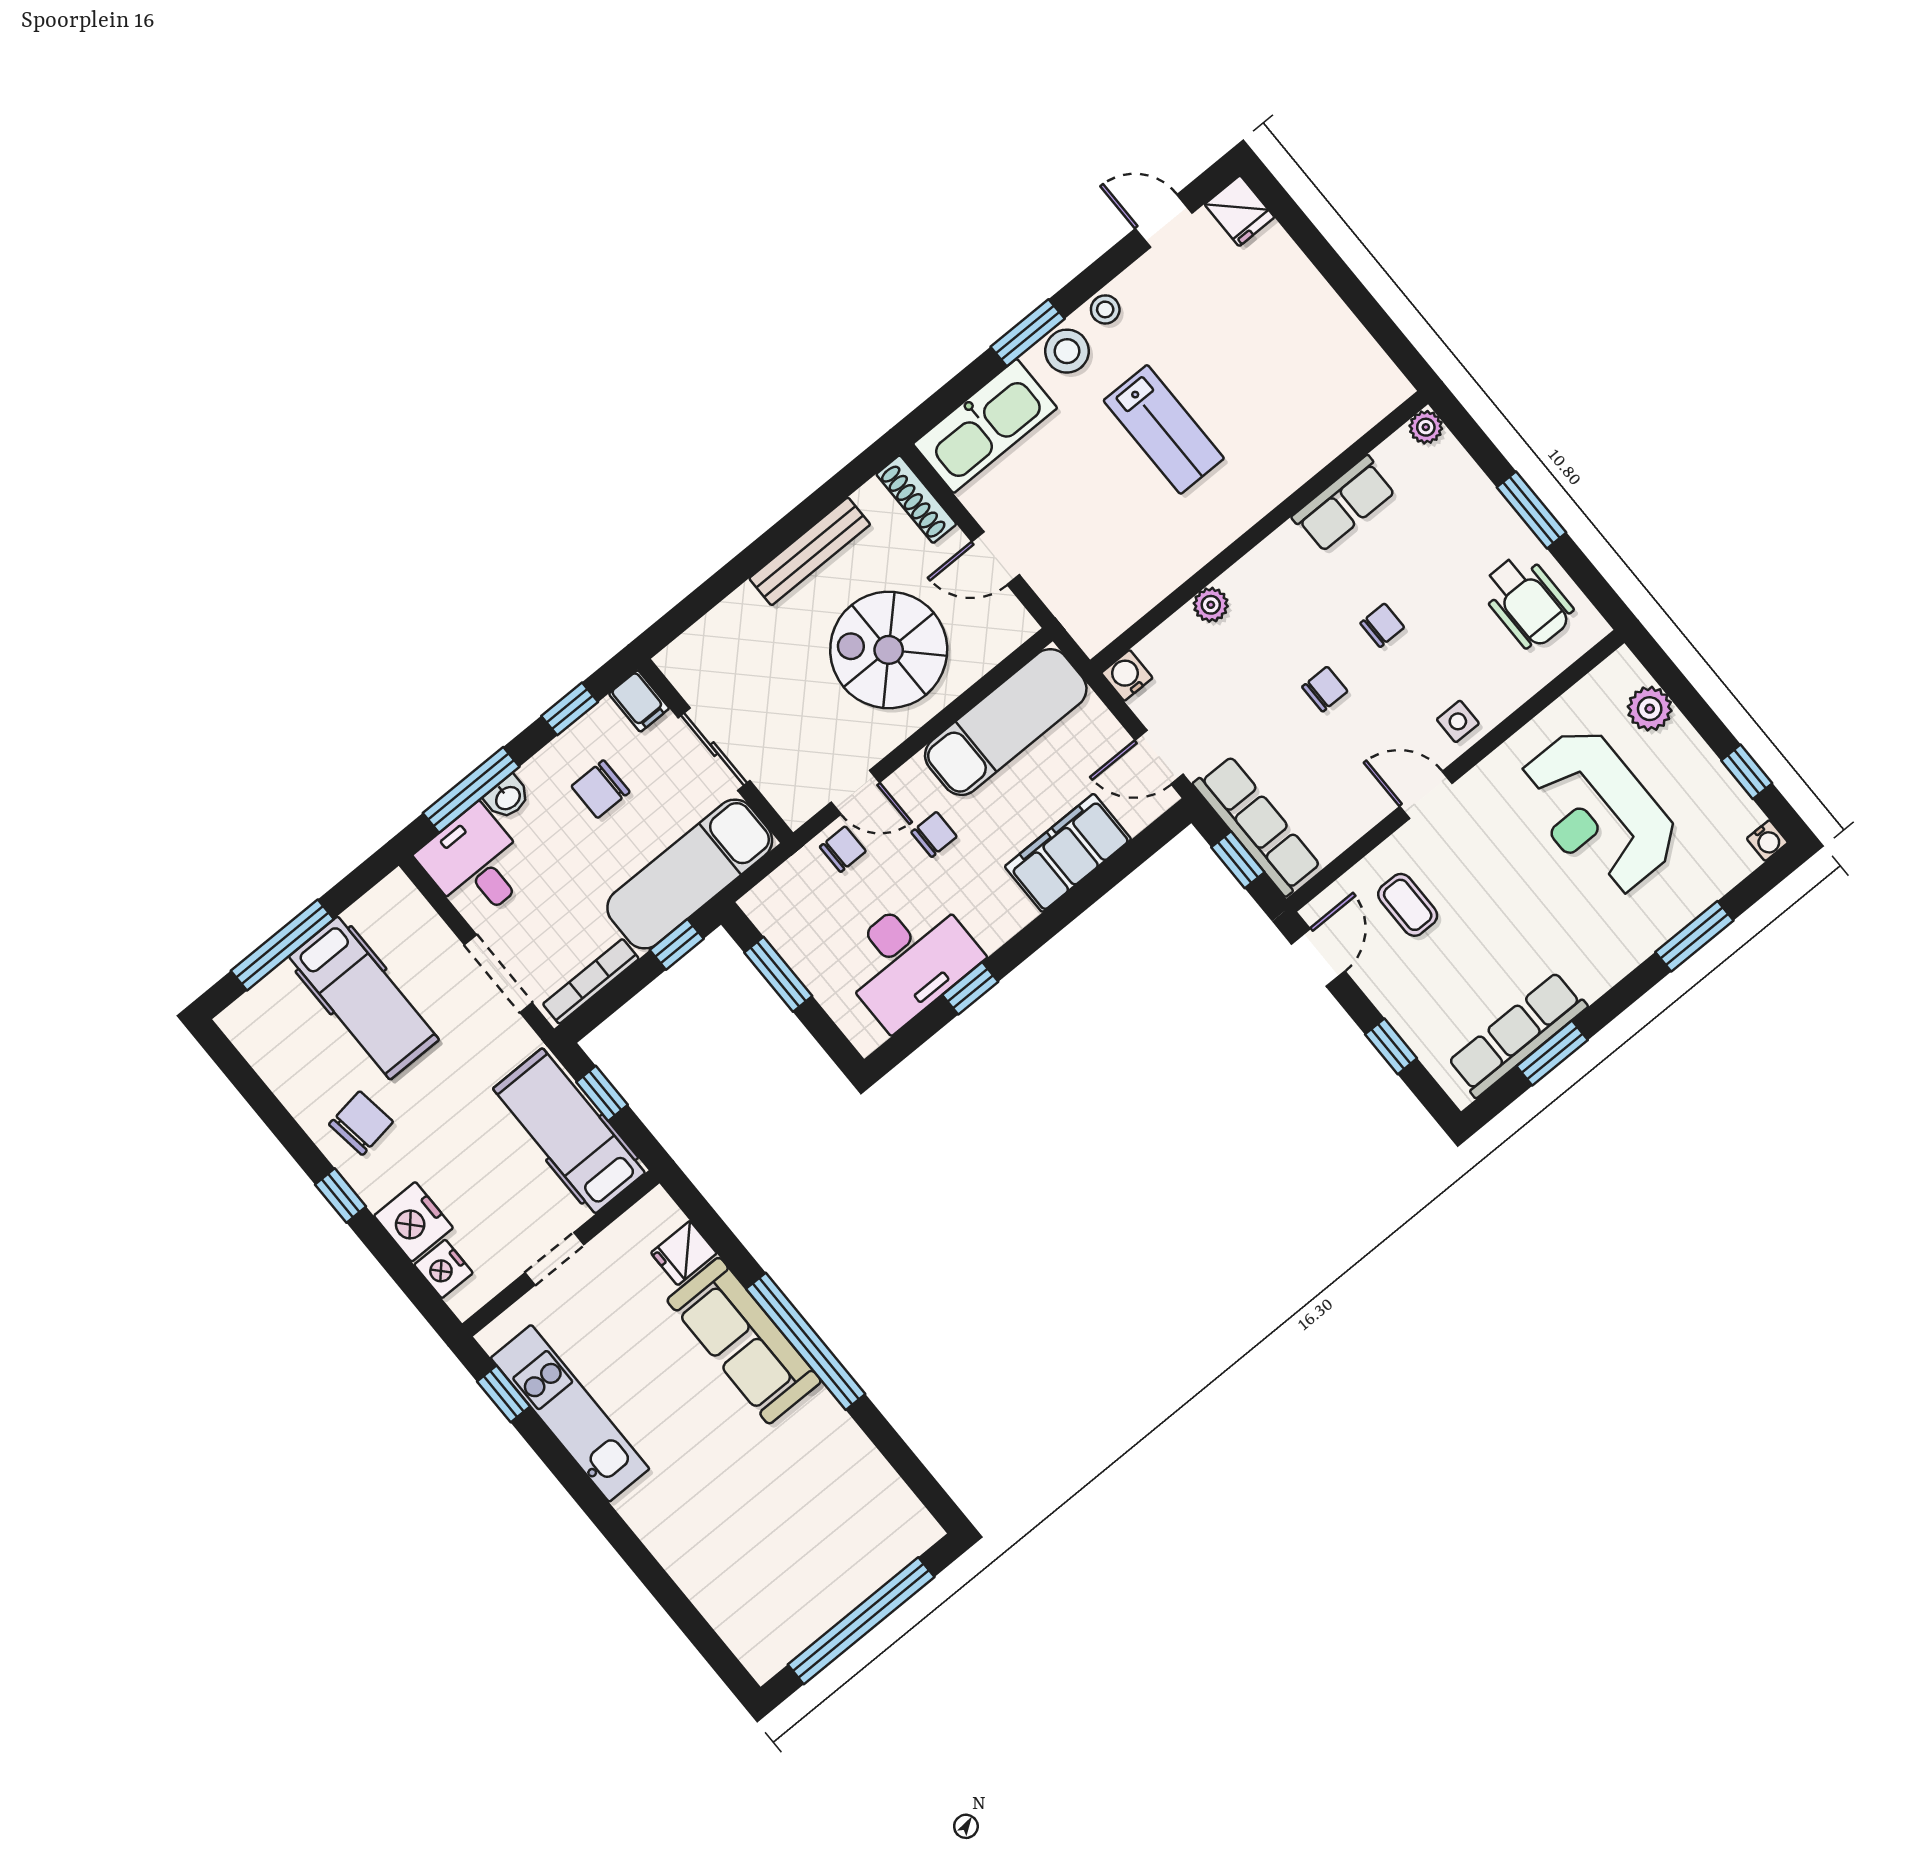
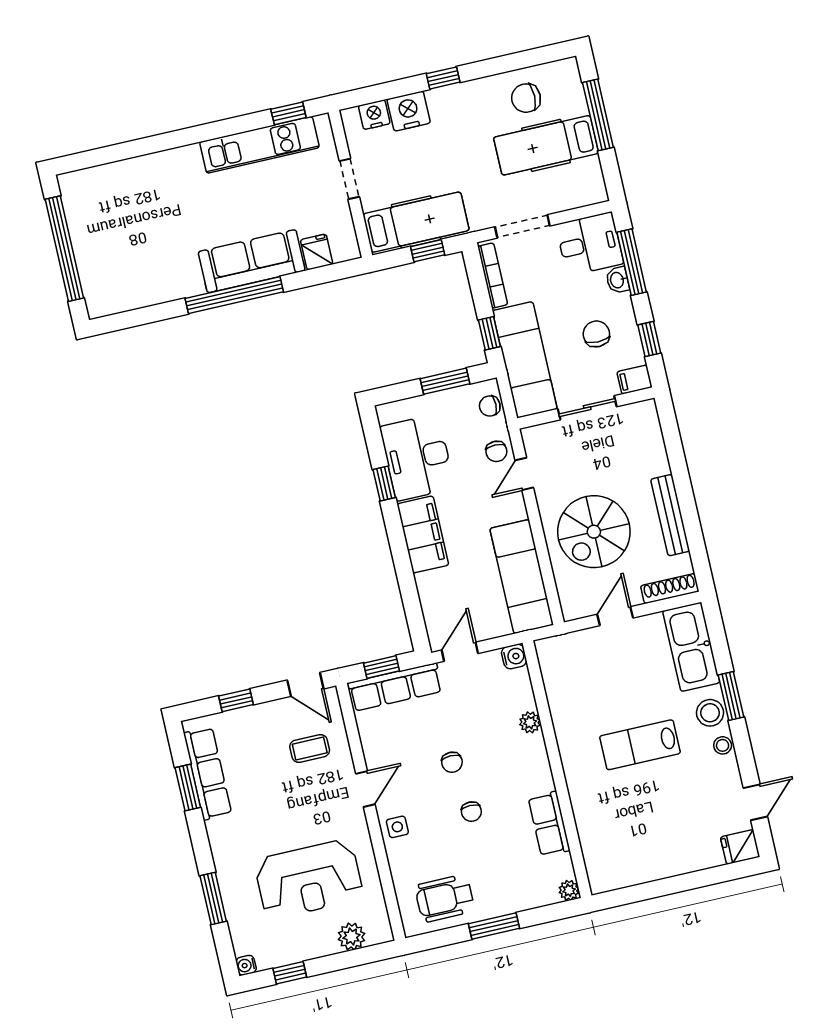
spiral stairs: (889, 650) -> (594, 532), turned 180
reception desk: (1597, 812) -> (309, 879), turned 180
chair: (934, 834) -> (490, 406), moved, turned 90
filing cabinet: (1068, 853) -> (423, 534), moved
chair: (361, 1123) -> (526, 98), moved, turned 98

